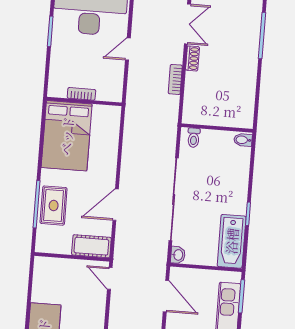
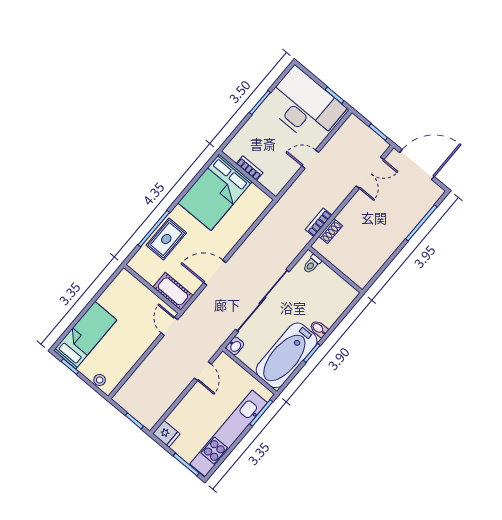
shoe rack: (193, 58) -> (331, 231), moved
bookcase: (175, 79) -> (319, 222), moved
bidet: (243, 140) -> (319, 329), moved
bathtub: (232, 241) -> (287, 355), width x1.36, depth x1.36
door: (166, 296) -> (203, 371), width x0.73

